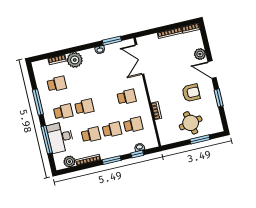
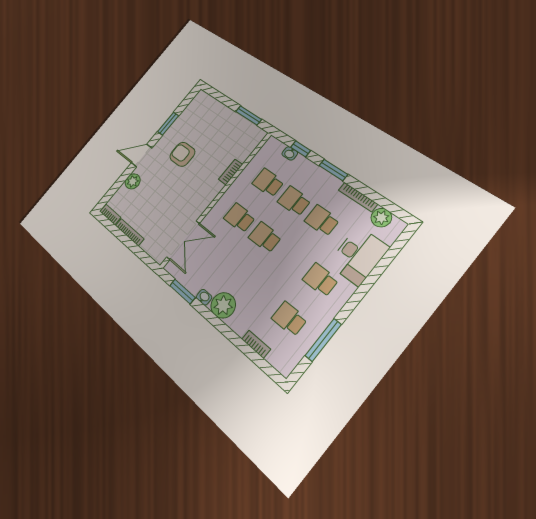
plant: (75, 60) -> (223, 305), moved
door: (212, 70) -> (142, 156), swing flipped
window: (38, 102) -> (323, 340), moved
school desk: (84, 107) -> (265, 237), moved
round table: (191, 123) -> (217, 126), removed
window: (200, 139) -> (249, 115), moved
window: (47, 140) -> (378, 271), removed

